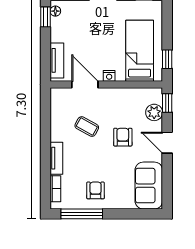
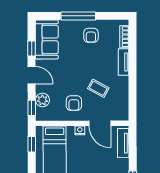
armchair: (123, 137) -> (74, 103), moved
window: (167, 175) -> (32, 49), added
window: (82, 214) -> (78, 16), moved

